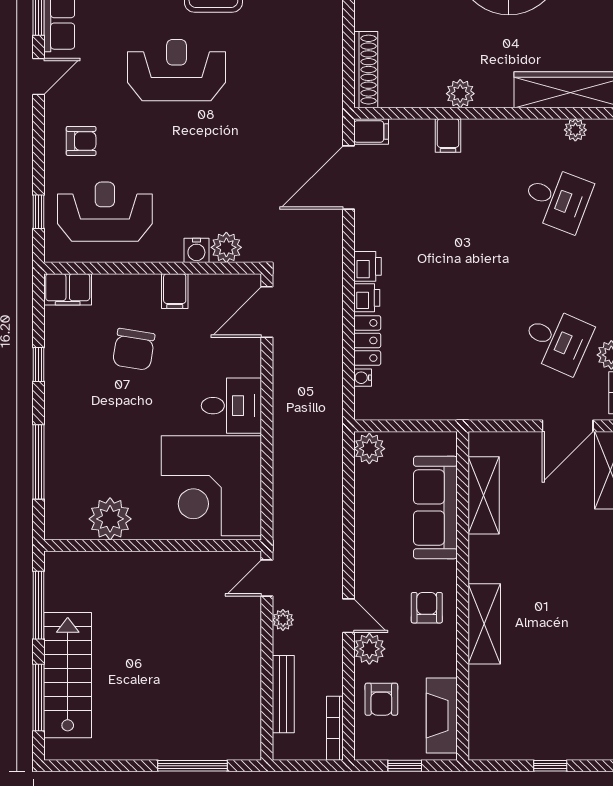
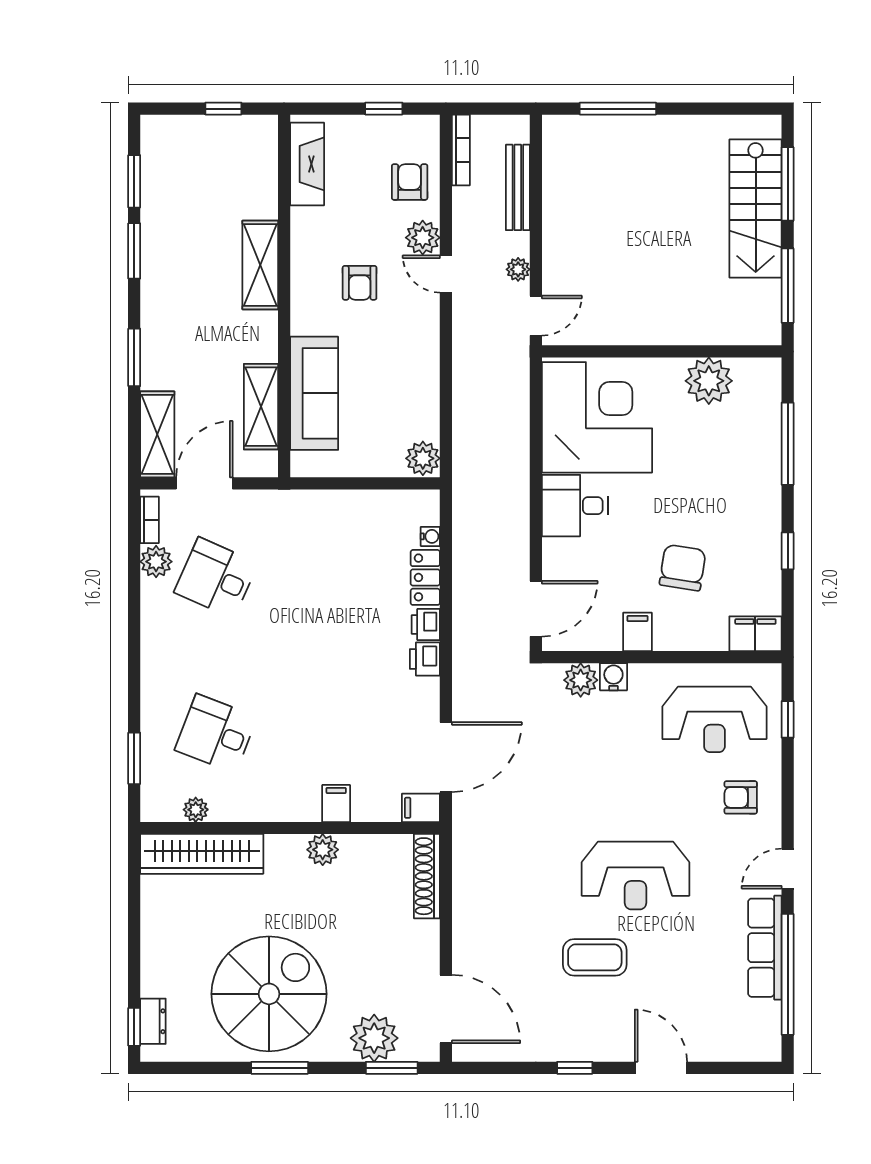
shelving: (484, 495) -> (261, 407), moved
sofa: (435, 507) -> (314, 393), moved
wall: (463, 596) -> (284, 296), moved
shelving: (484, 624) -> (260, 265), moved
fireplace: (442, 715) -> (307, 164), moved

